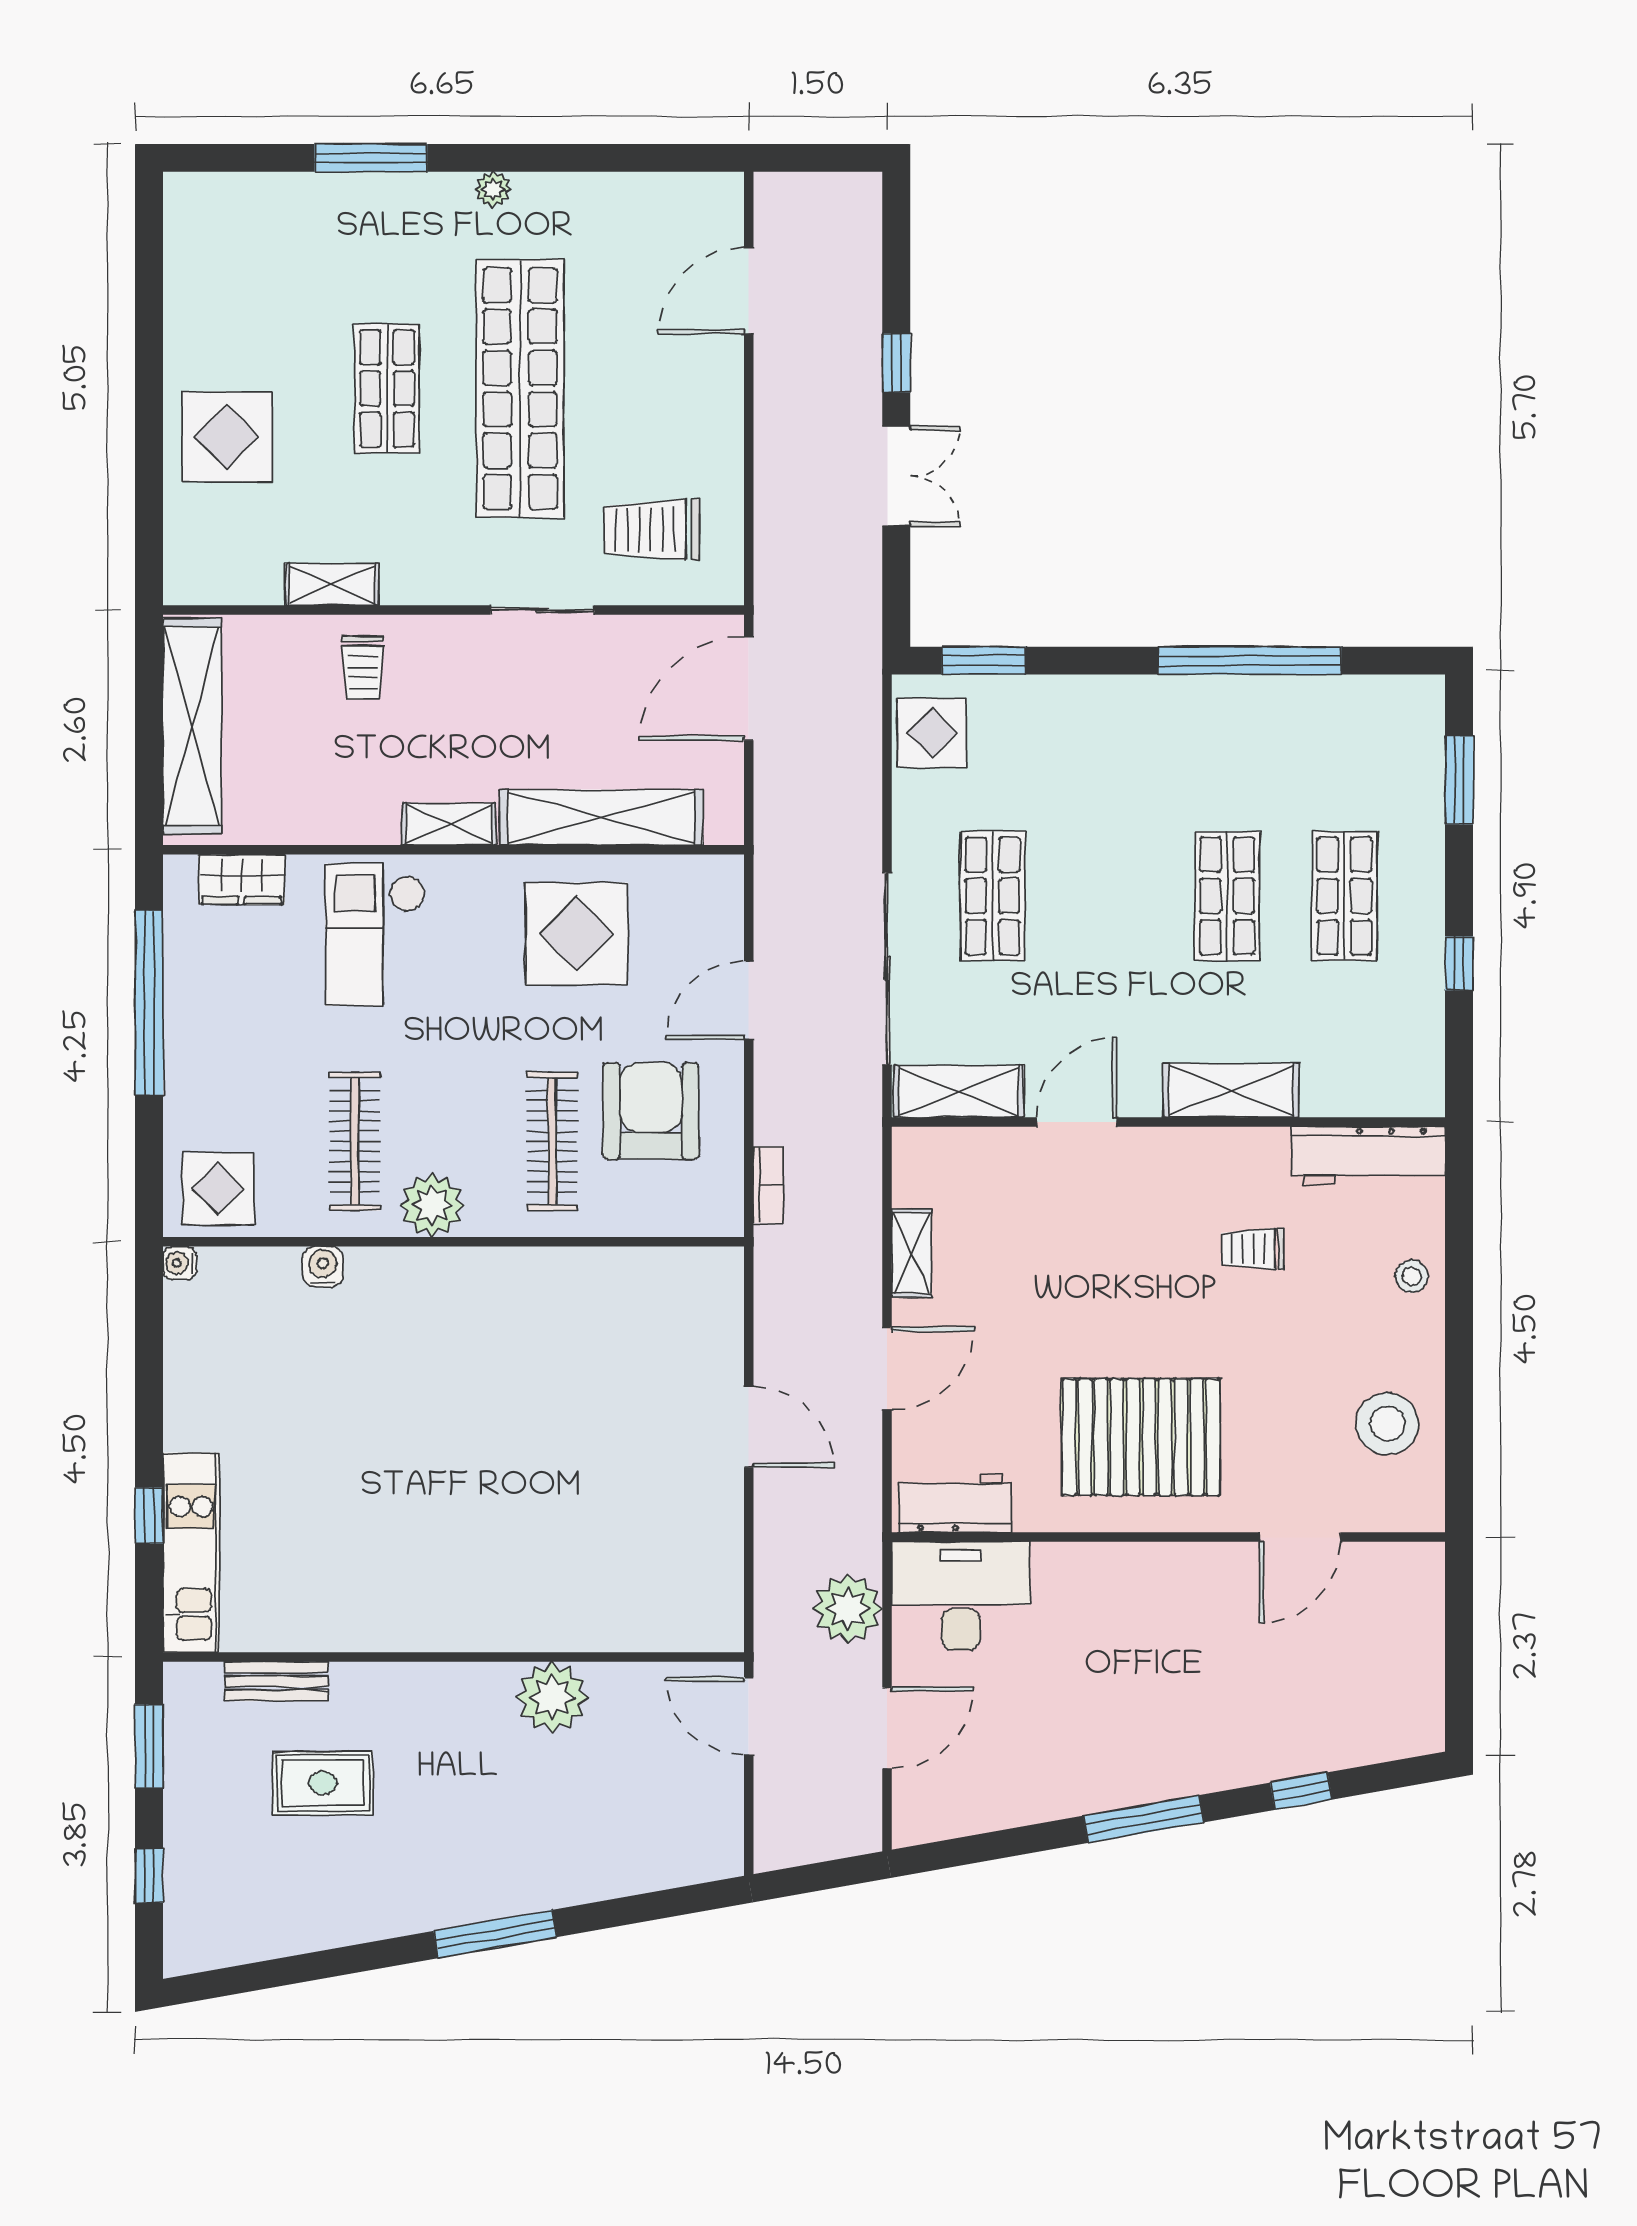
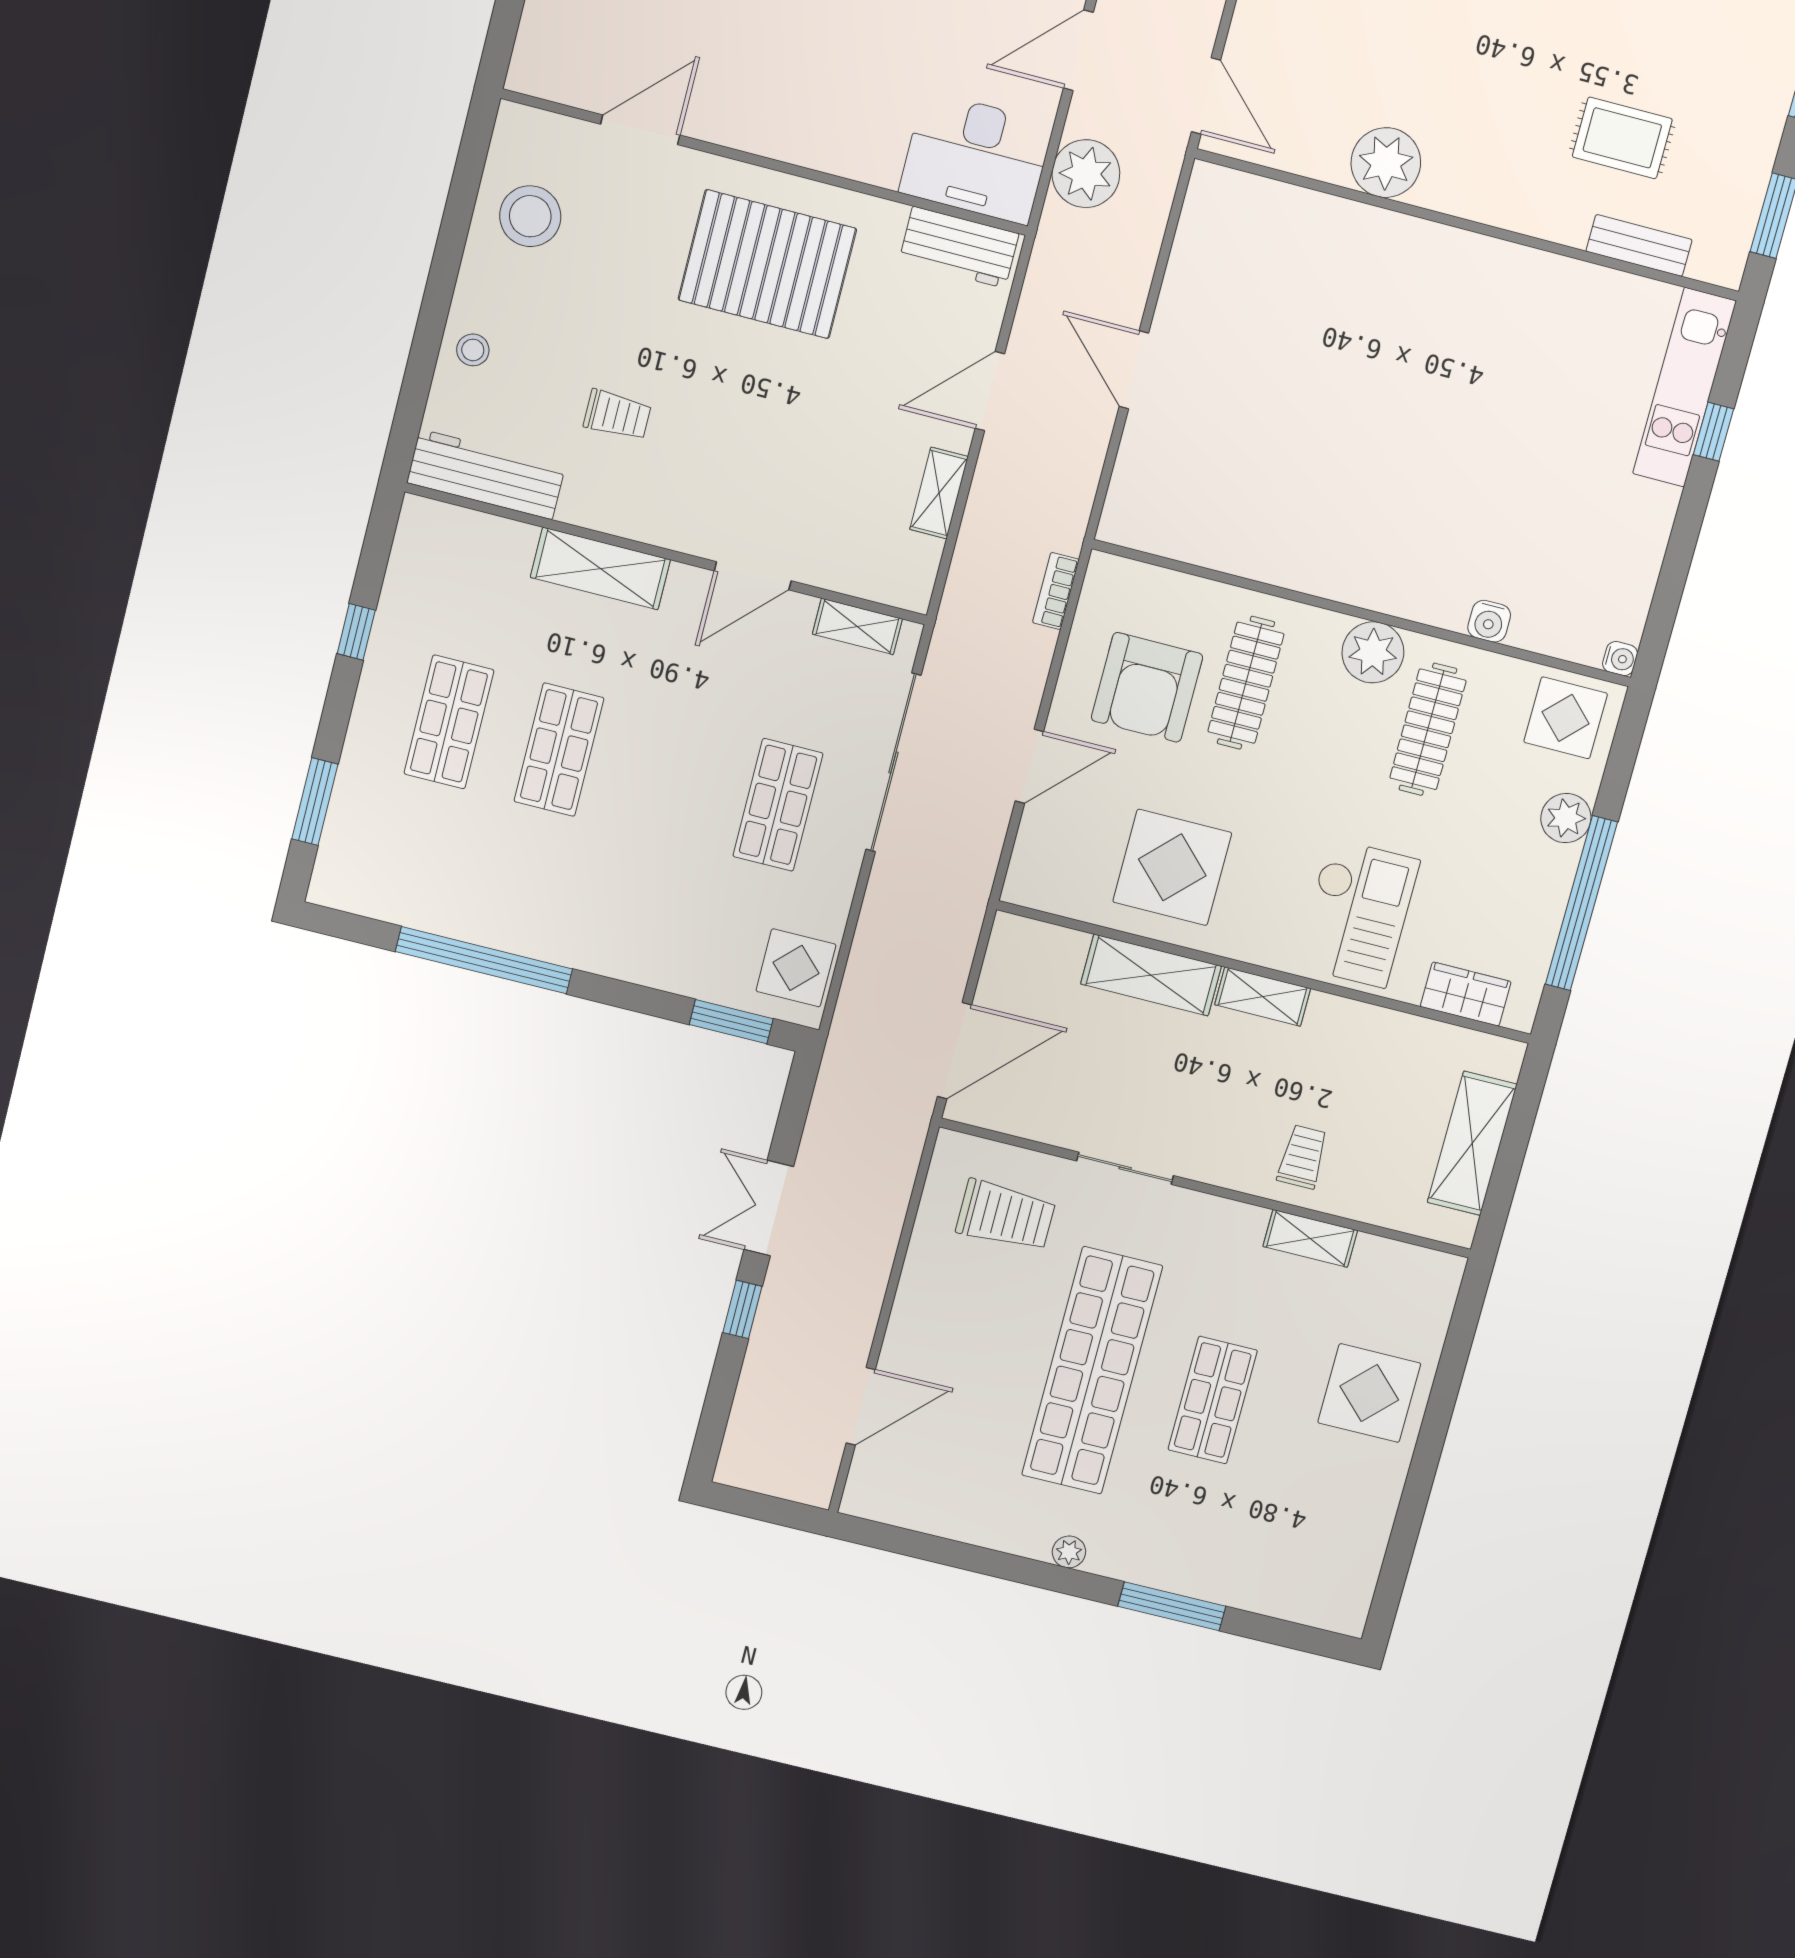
shelving: (192, 726) -> (1472, 1143), width x0.68
shelving: (601, 817) -> (1151, 975), width x0.68
plant: (189, 1087) -> (1566, 818), added
shelving: (959, 1091) -> (857, 626), width x0.67, depth x0.75

